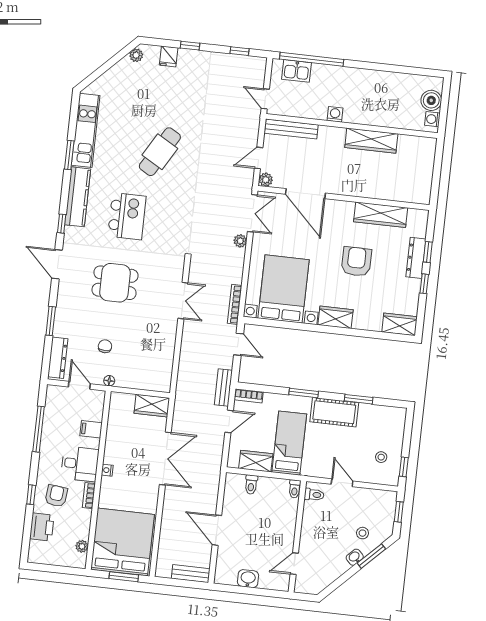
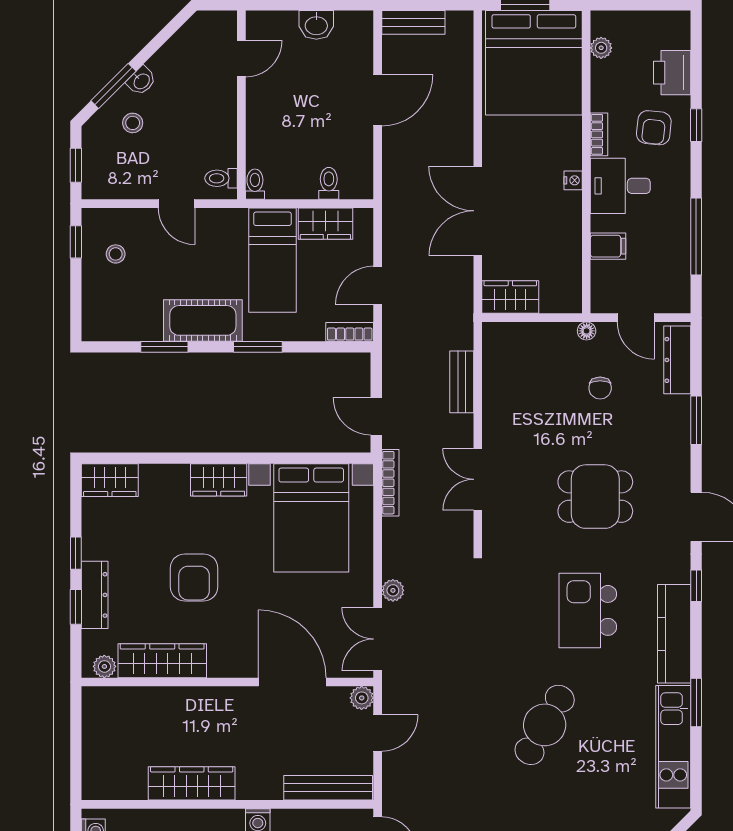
plant: (415, 215) -> (104, 666), added
bench: (223, 388) -> (462, 382), moved
door: (217, 530) -> (378, 100), hinge flipped

